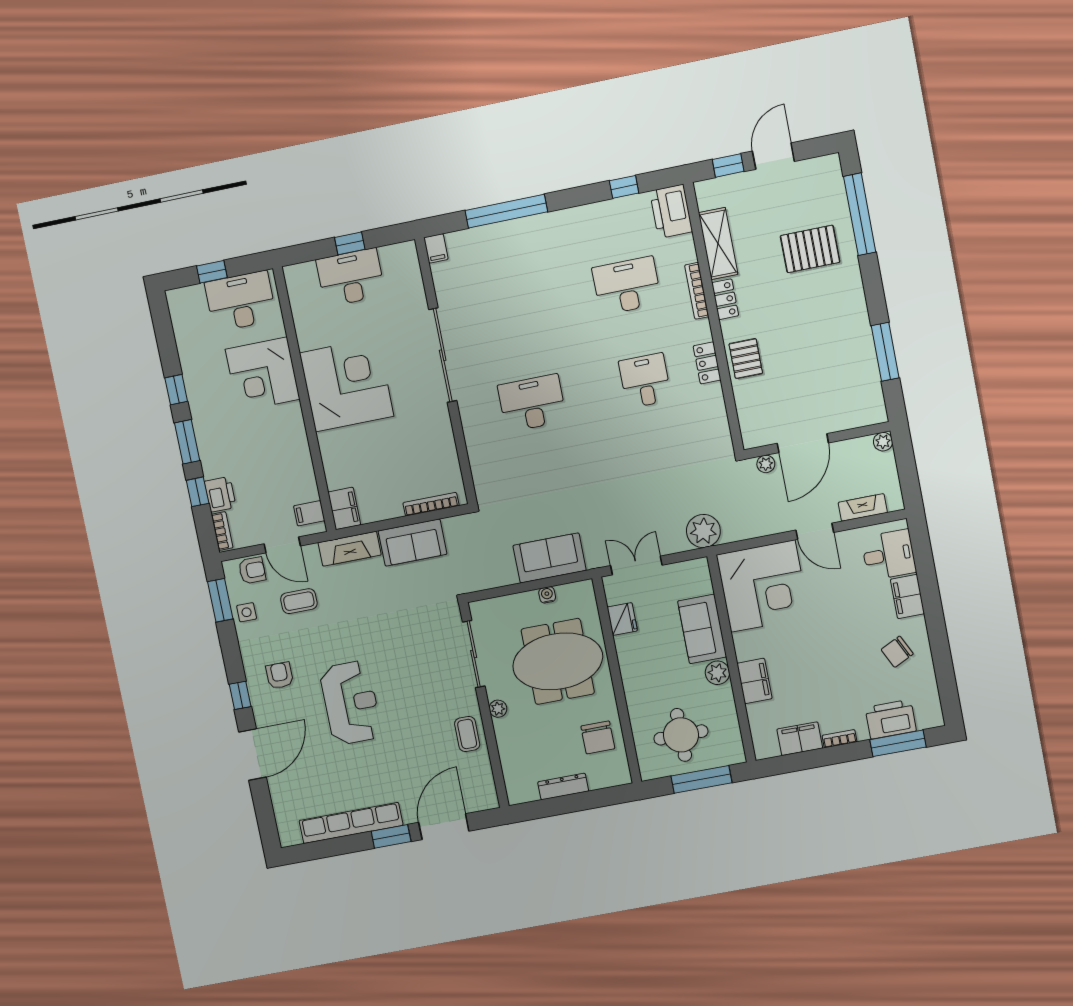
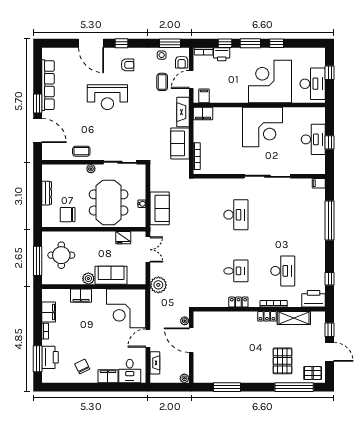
pallet: (746, 359) -> (313, 373), moved
corner desk: (263, 374) -> (270, 81), width x1.36, depth x1.36

